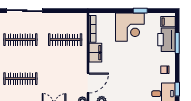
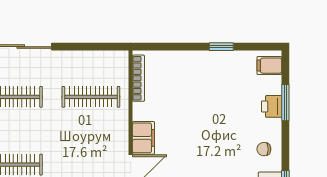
corner desk: (130, 27) -> (203, 75), removed
printer: (167, 40) -> (272, 106), width x0.53, depth x0.68
filing cabinet: (95, 53) -> (143, 138), moved

